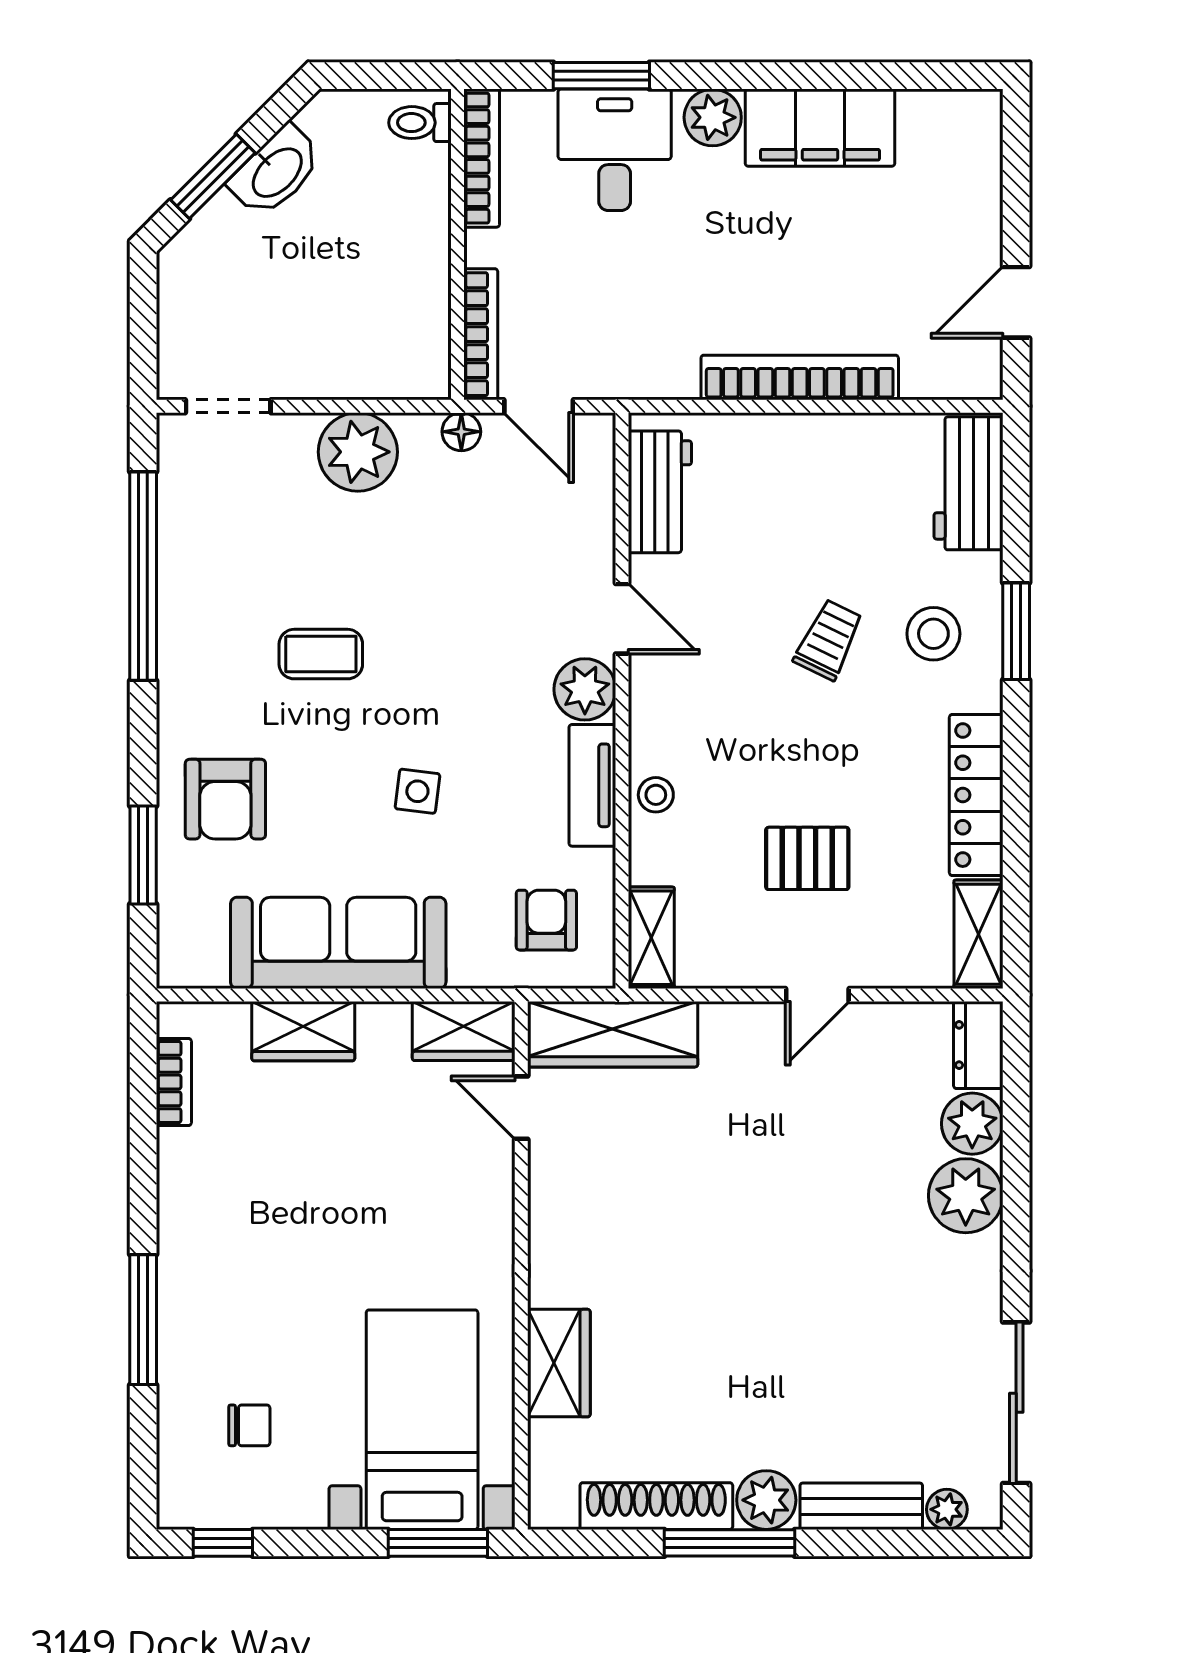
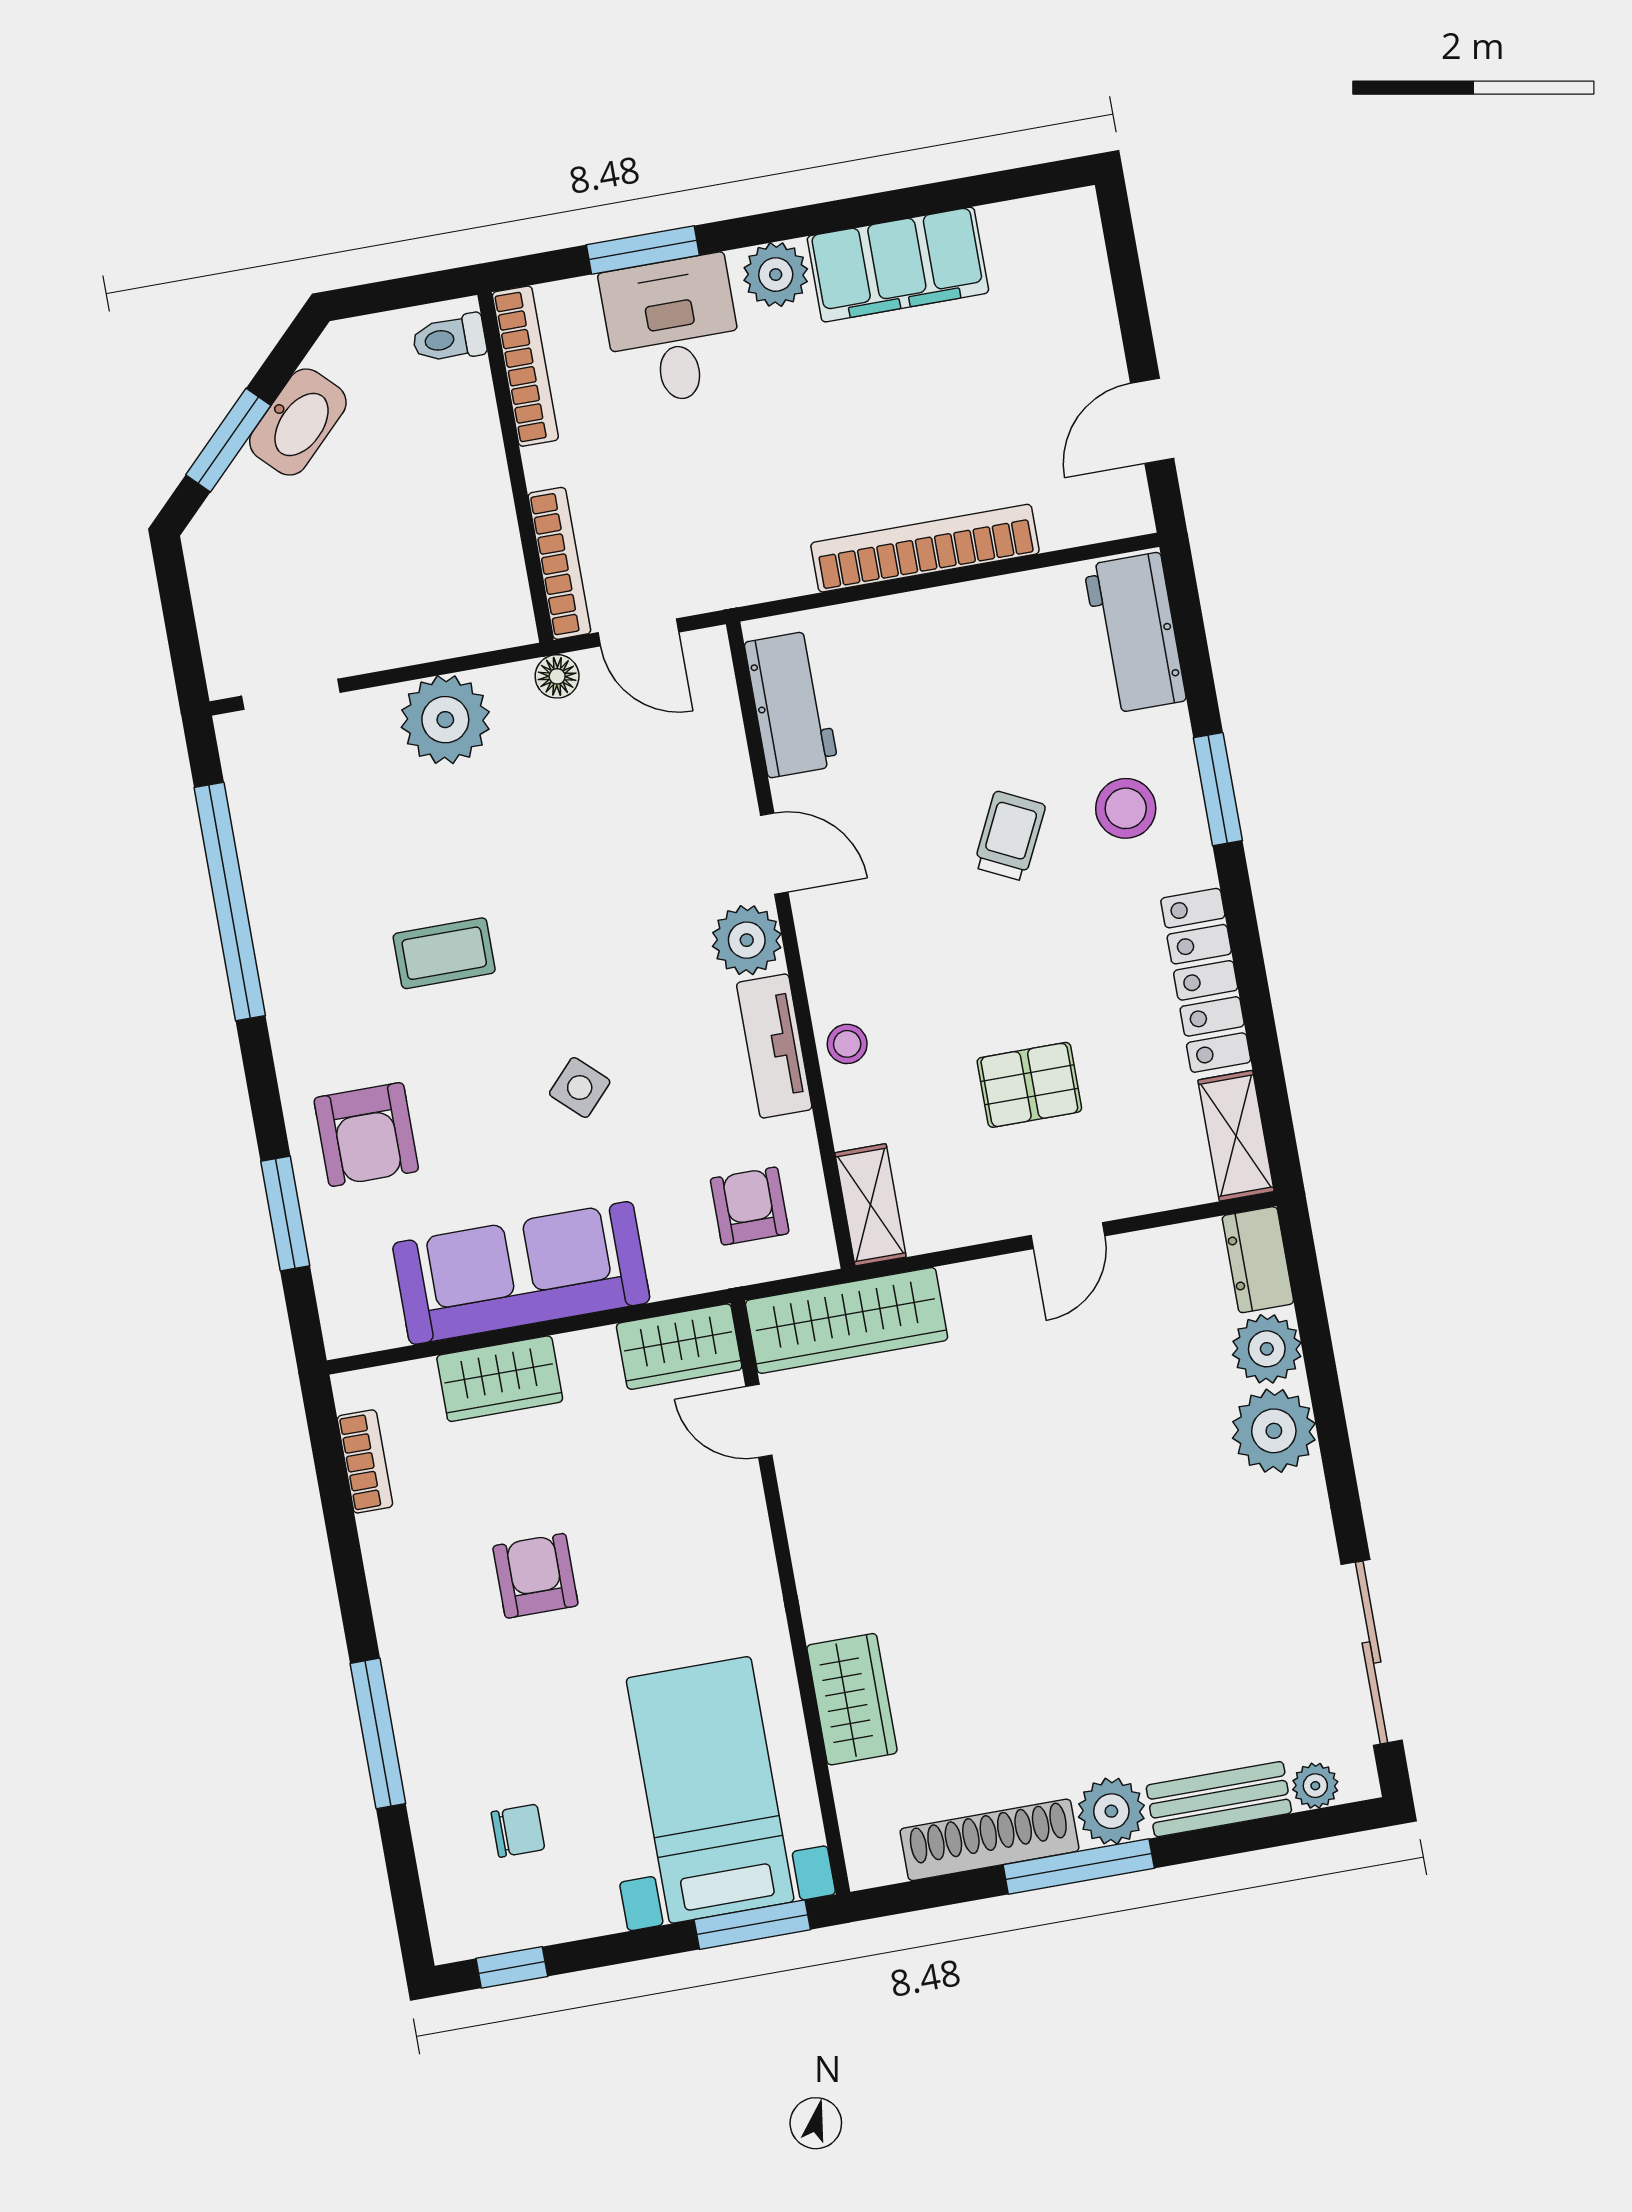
side table: (417, 791) -> (580, 1088), turned 36
armchair: (304, 1207) -> (535, 1576), added

